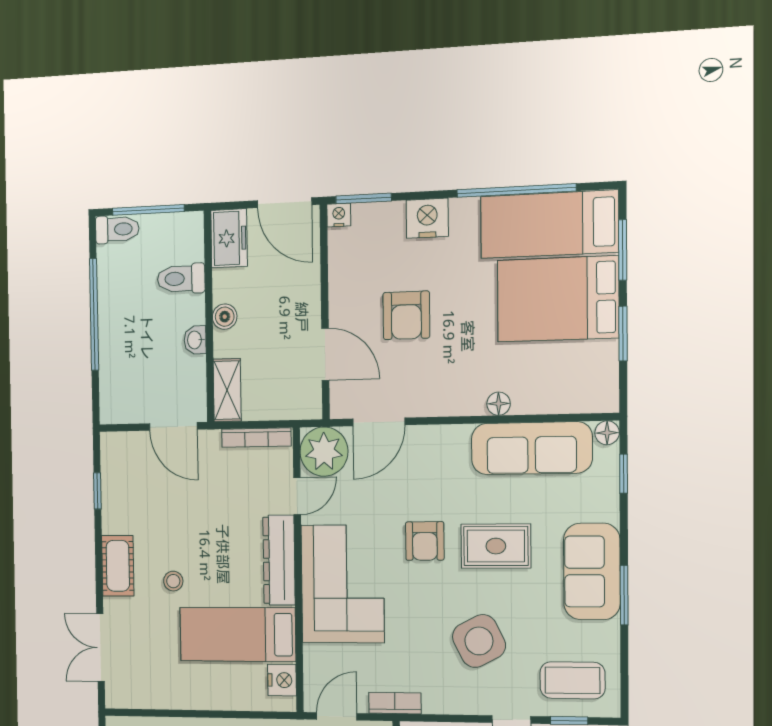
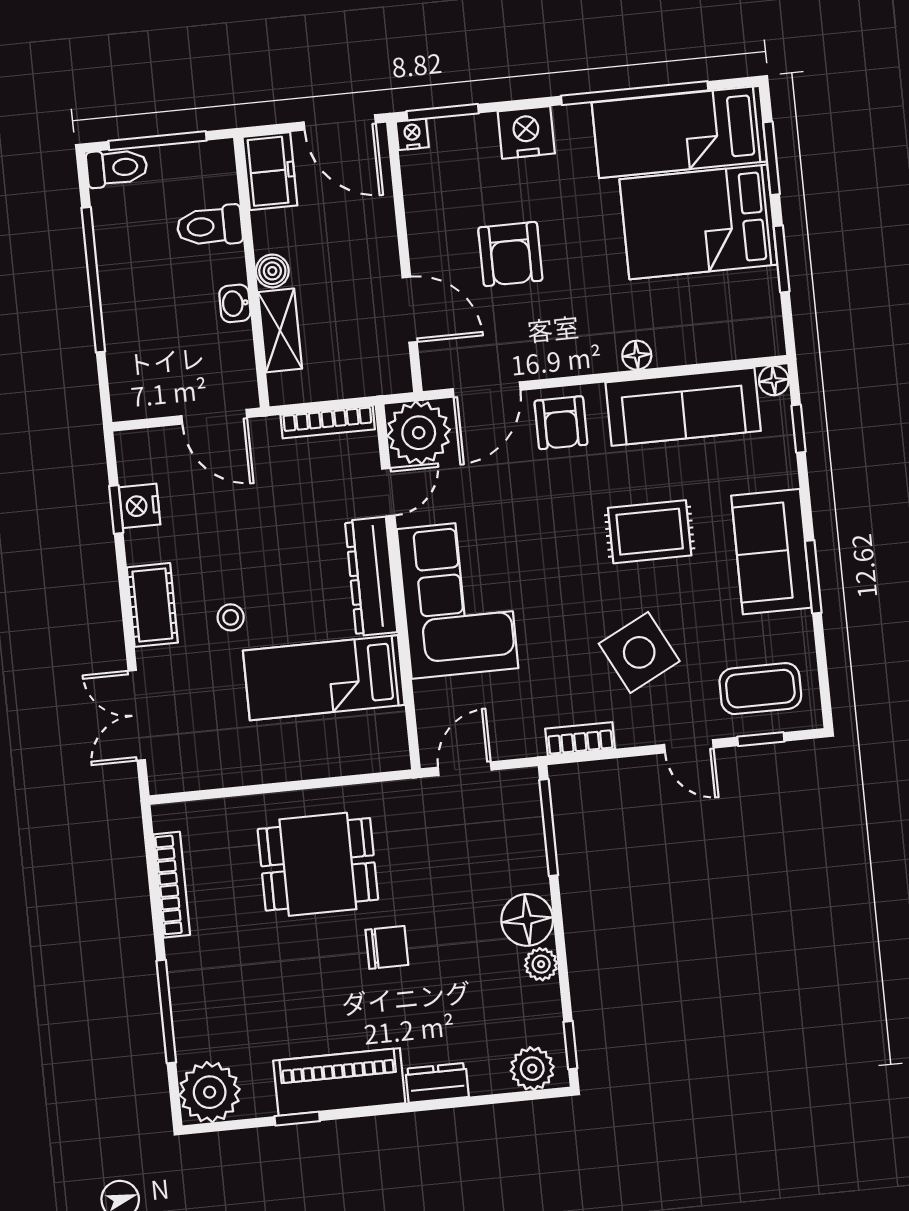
shelving: (227, 390) -> (280, 330), moved
armchair: (425, 541) -> (561, 423), moved
nightstand: (282, 680) -> (140, 506), moved, turned 180
bookcase: (395, 703) -> (580, 739), moved

